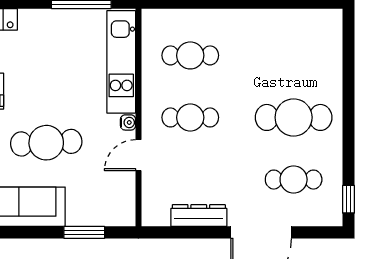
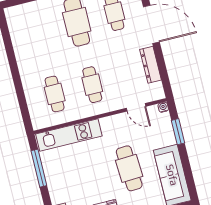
water cooler: (128, 122) -> (163, 107), moved
door: (138, 155) -> (136, 107), moved

